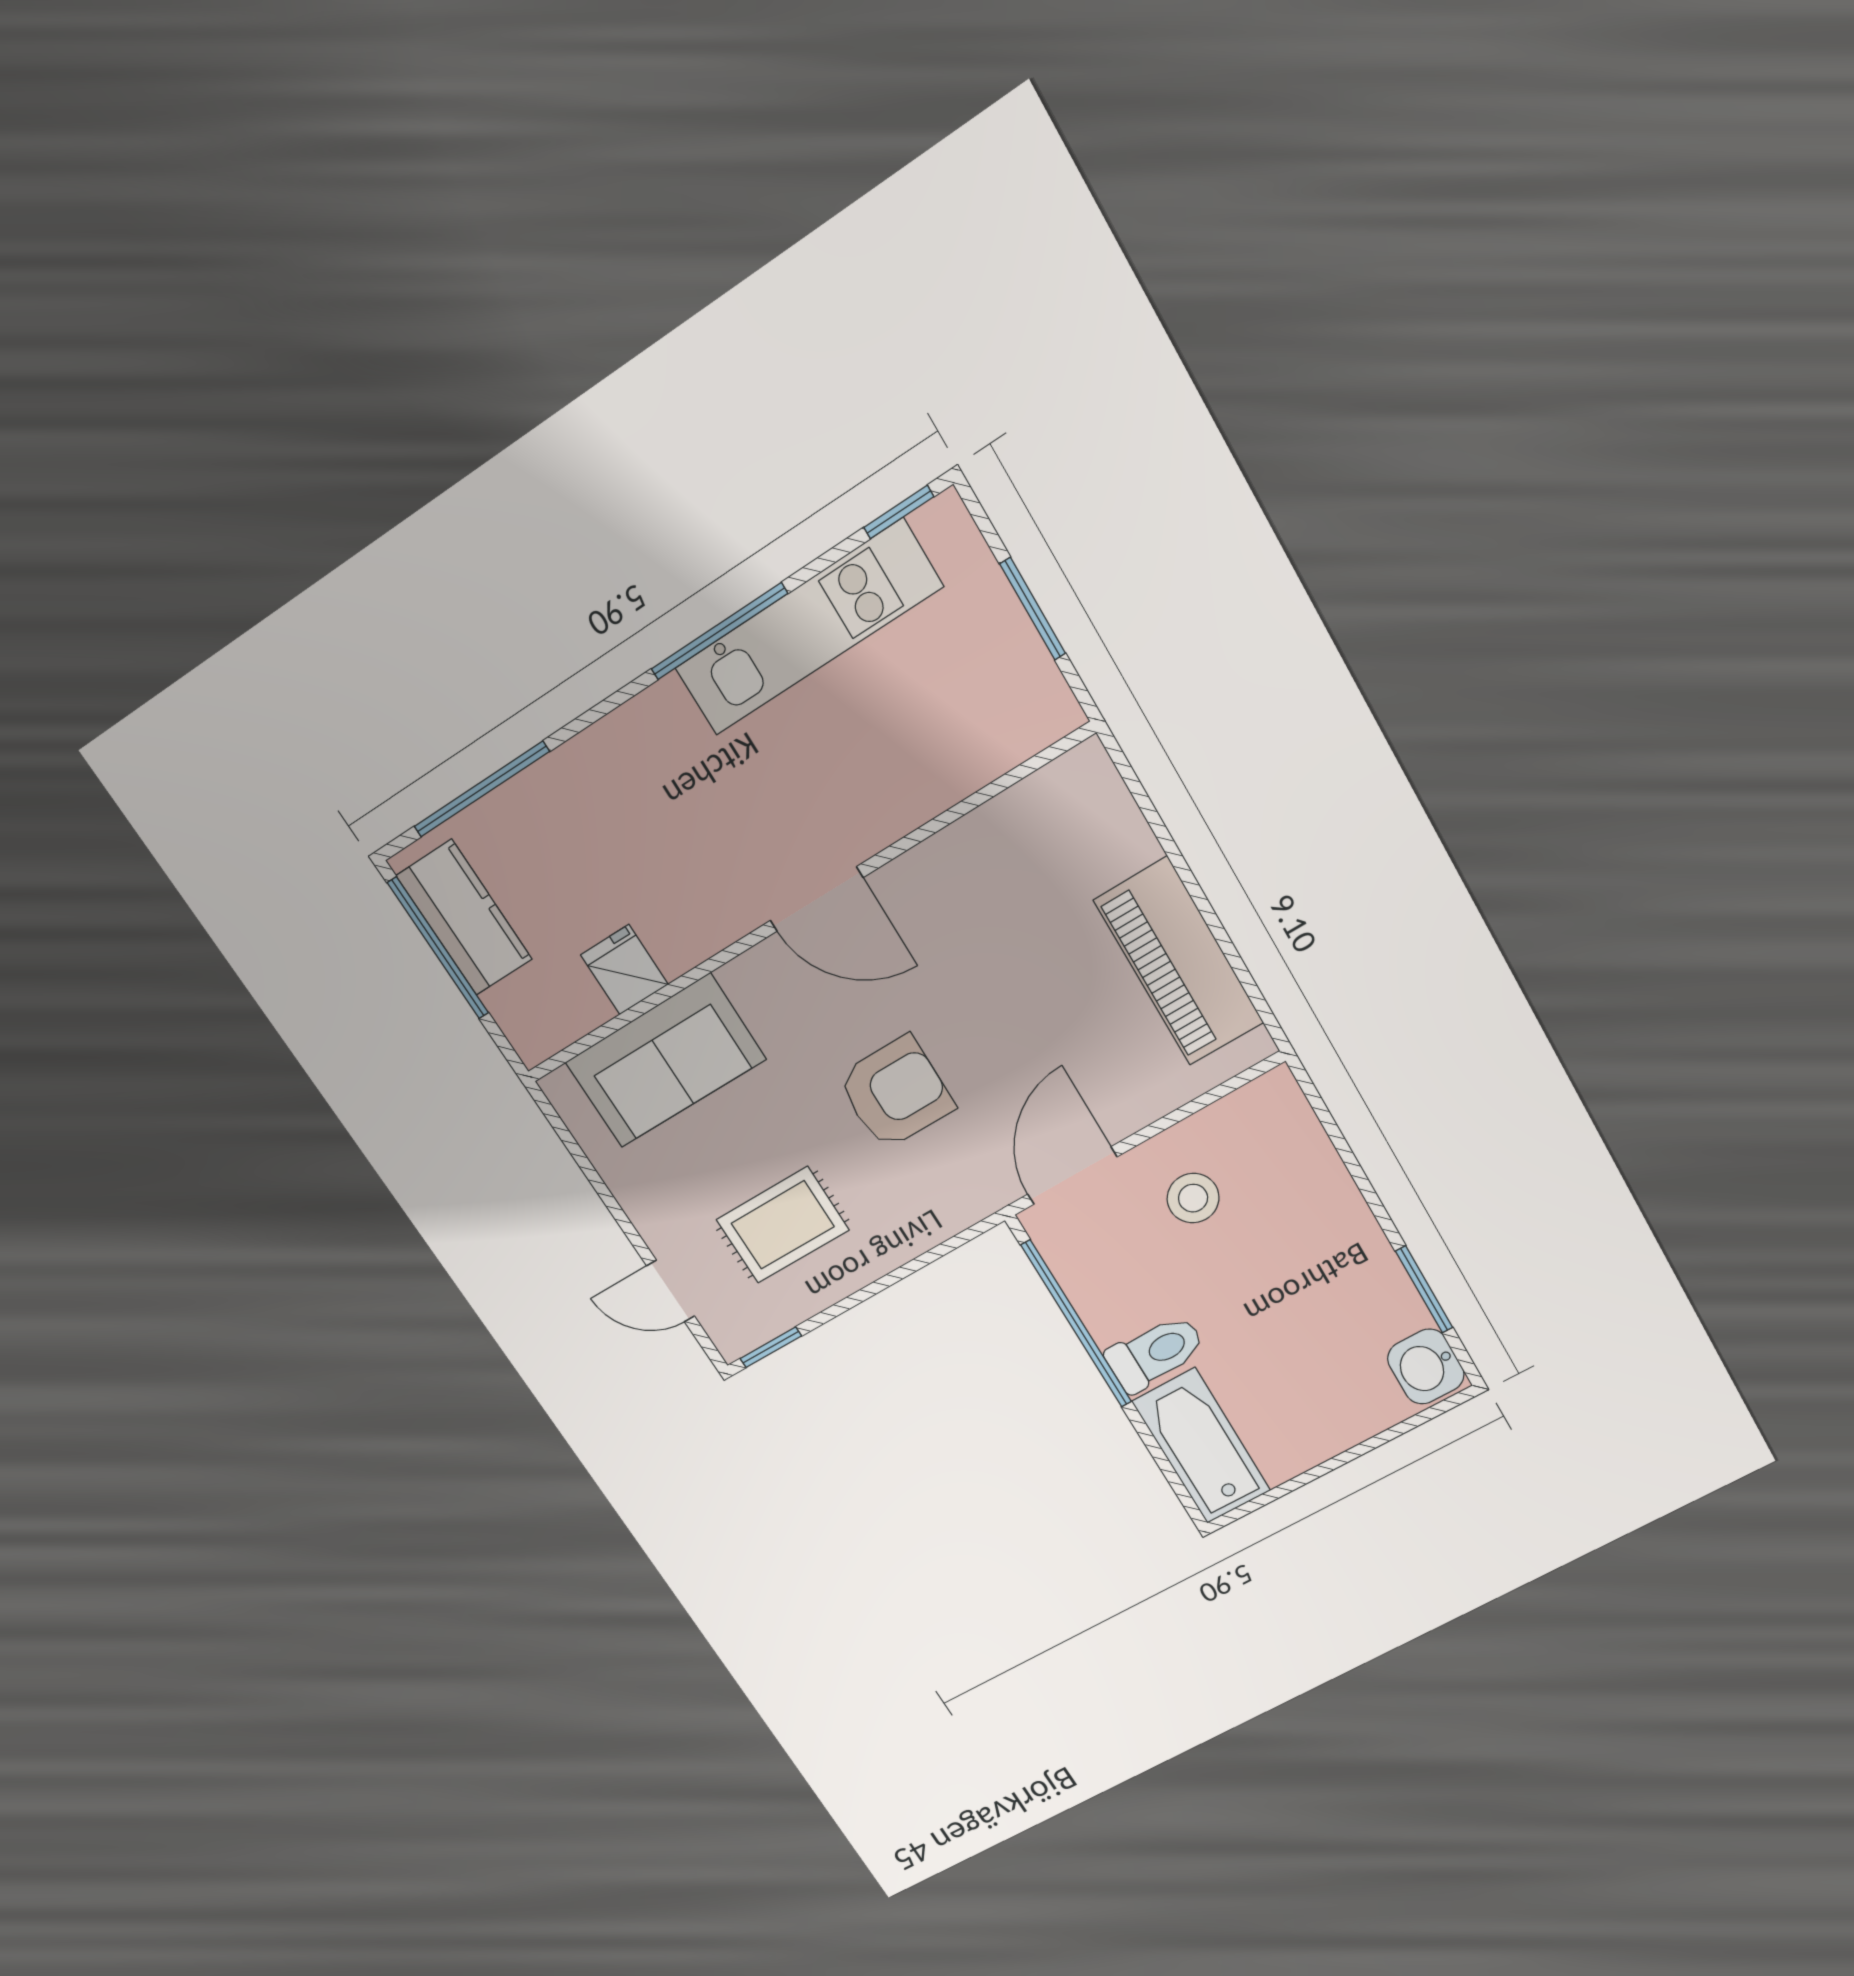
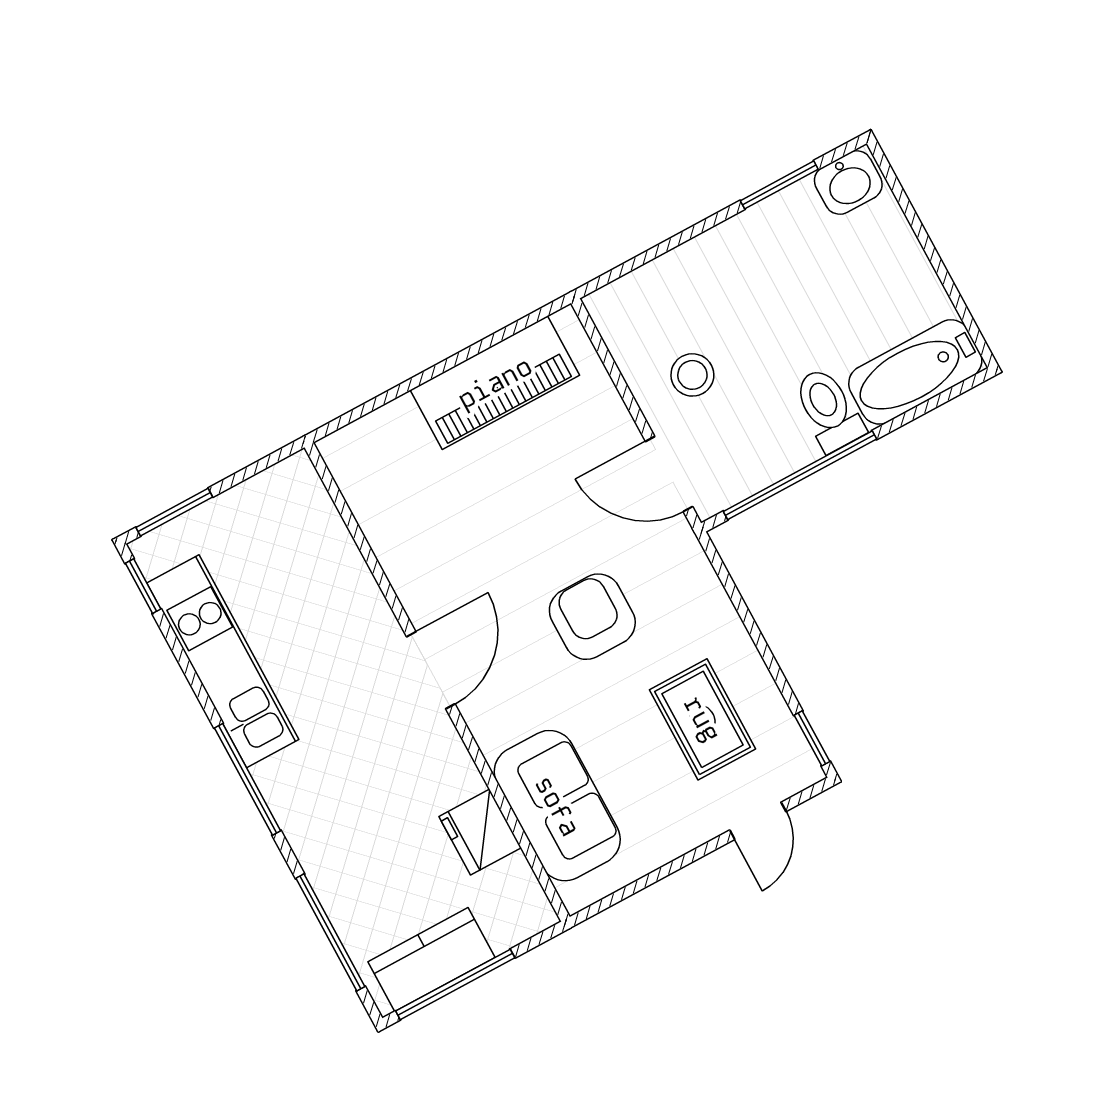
window: (1033, 609) -> (174, 512), moved
window: (719, 631) -> (248, 779), moved
fridge: (624, 970) -> (480, 832), width x1.38

